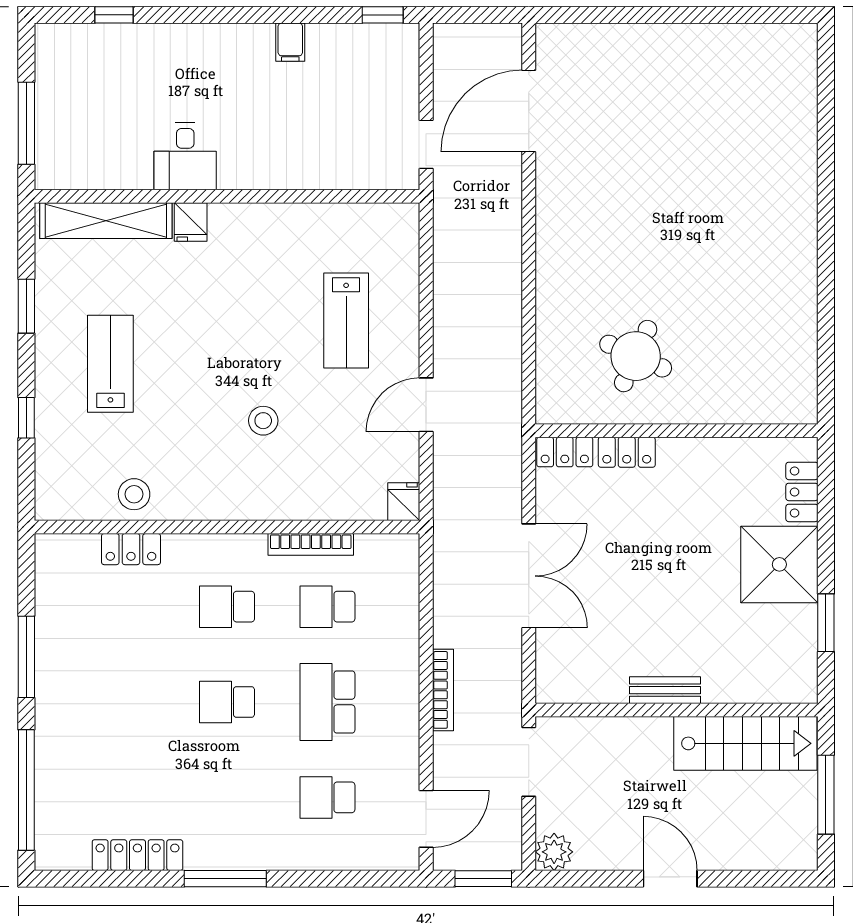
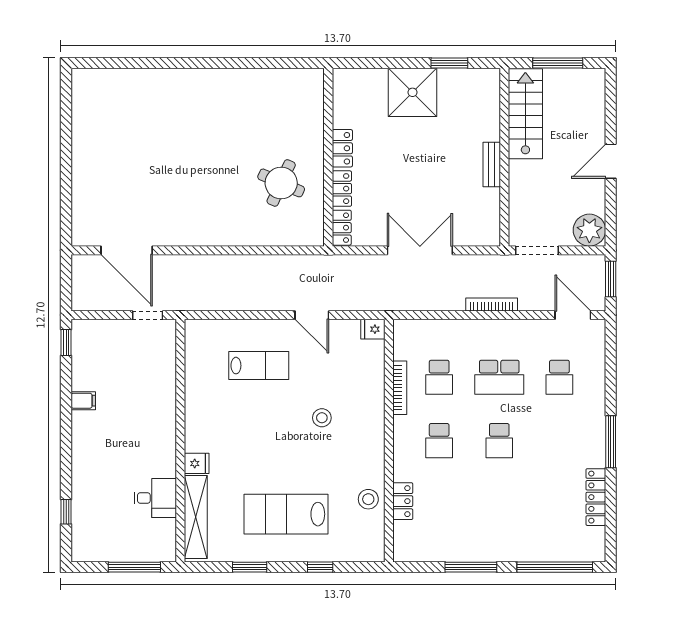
desk: (185, 156) -> (155, 498), moved
lab bench: (110, 364) -> (286, 514), width x1.36, depth x1.39
locker: (802, 492) -> (342, 148), moved, turned -90
plant: (554, 852) -> (589, 230), width x1.36, depth x1.36

